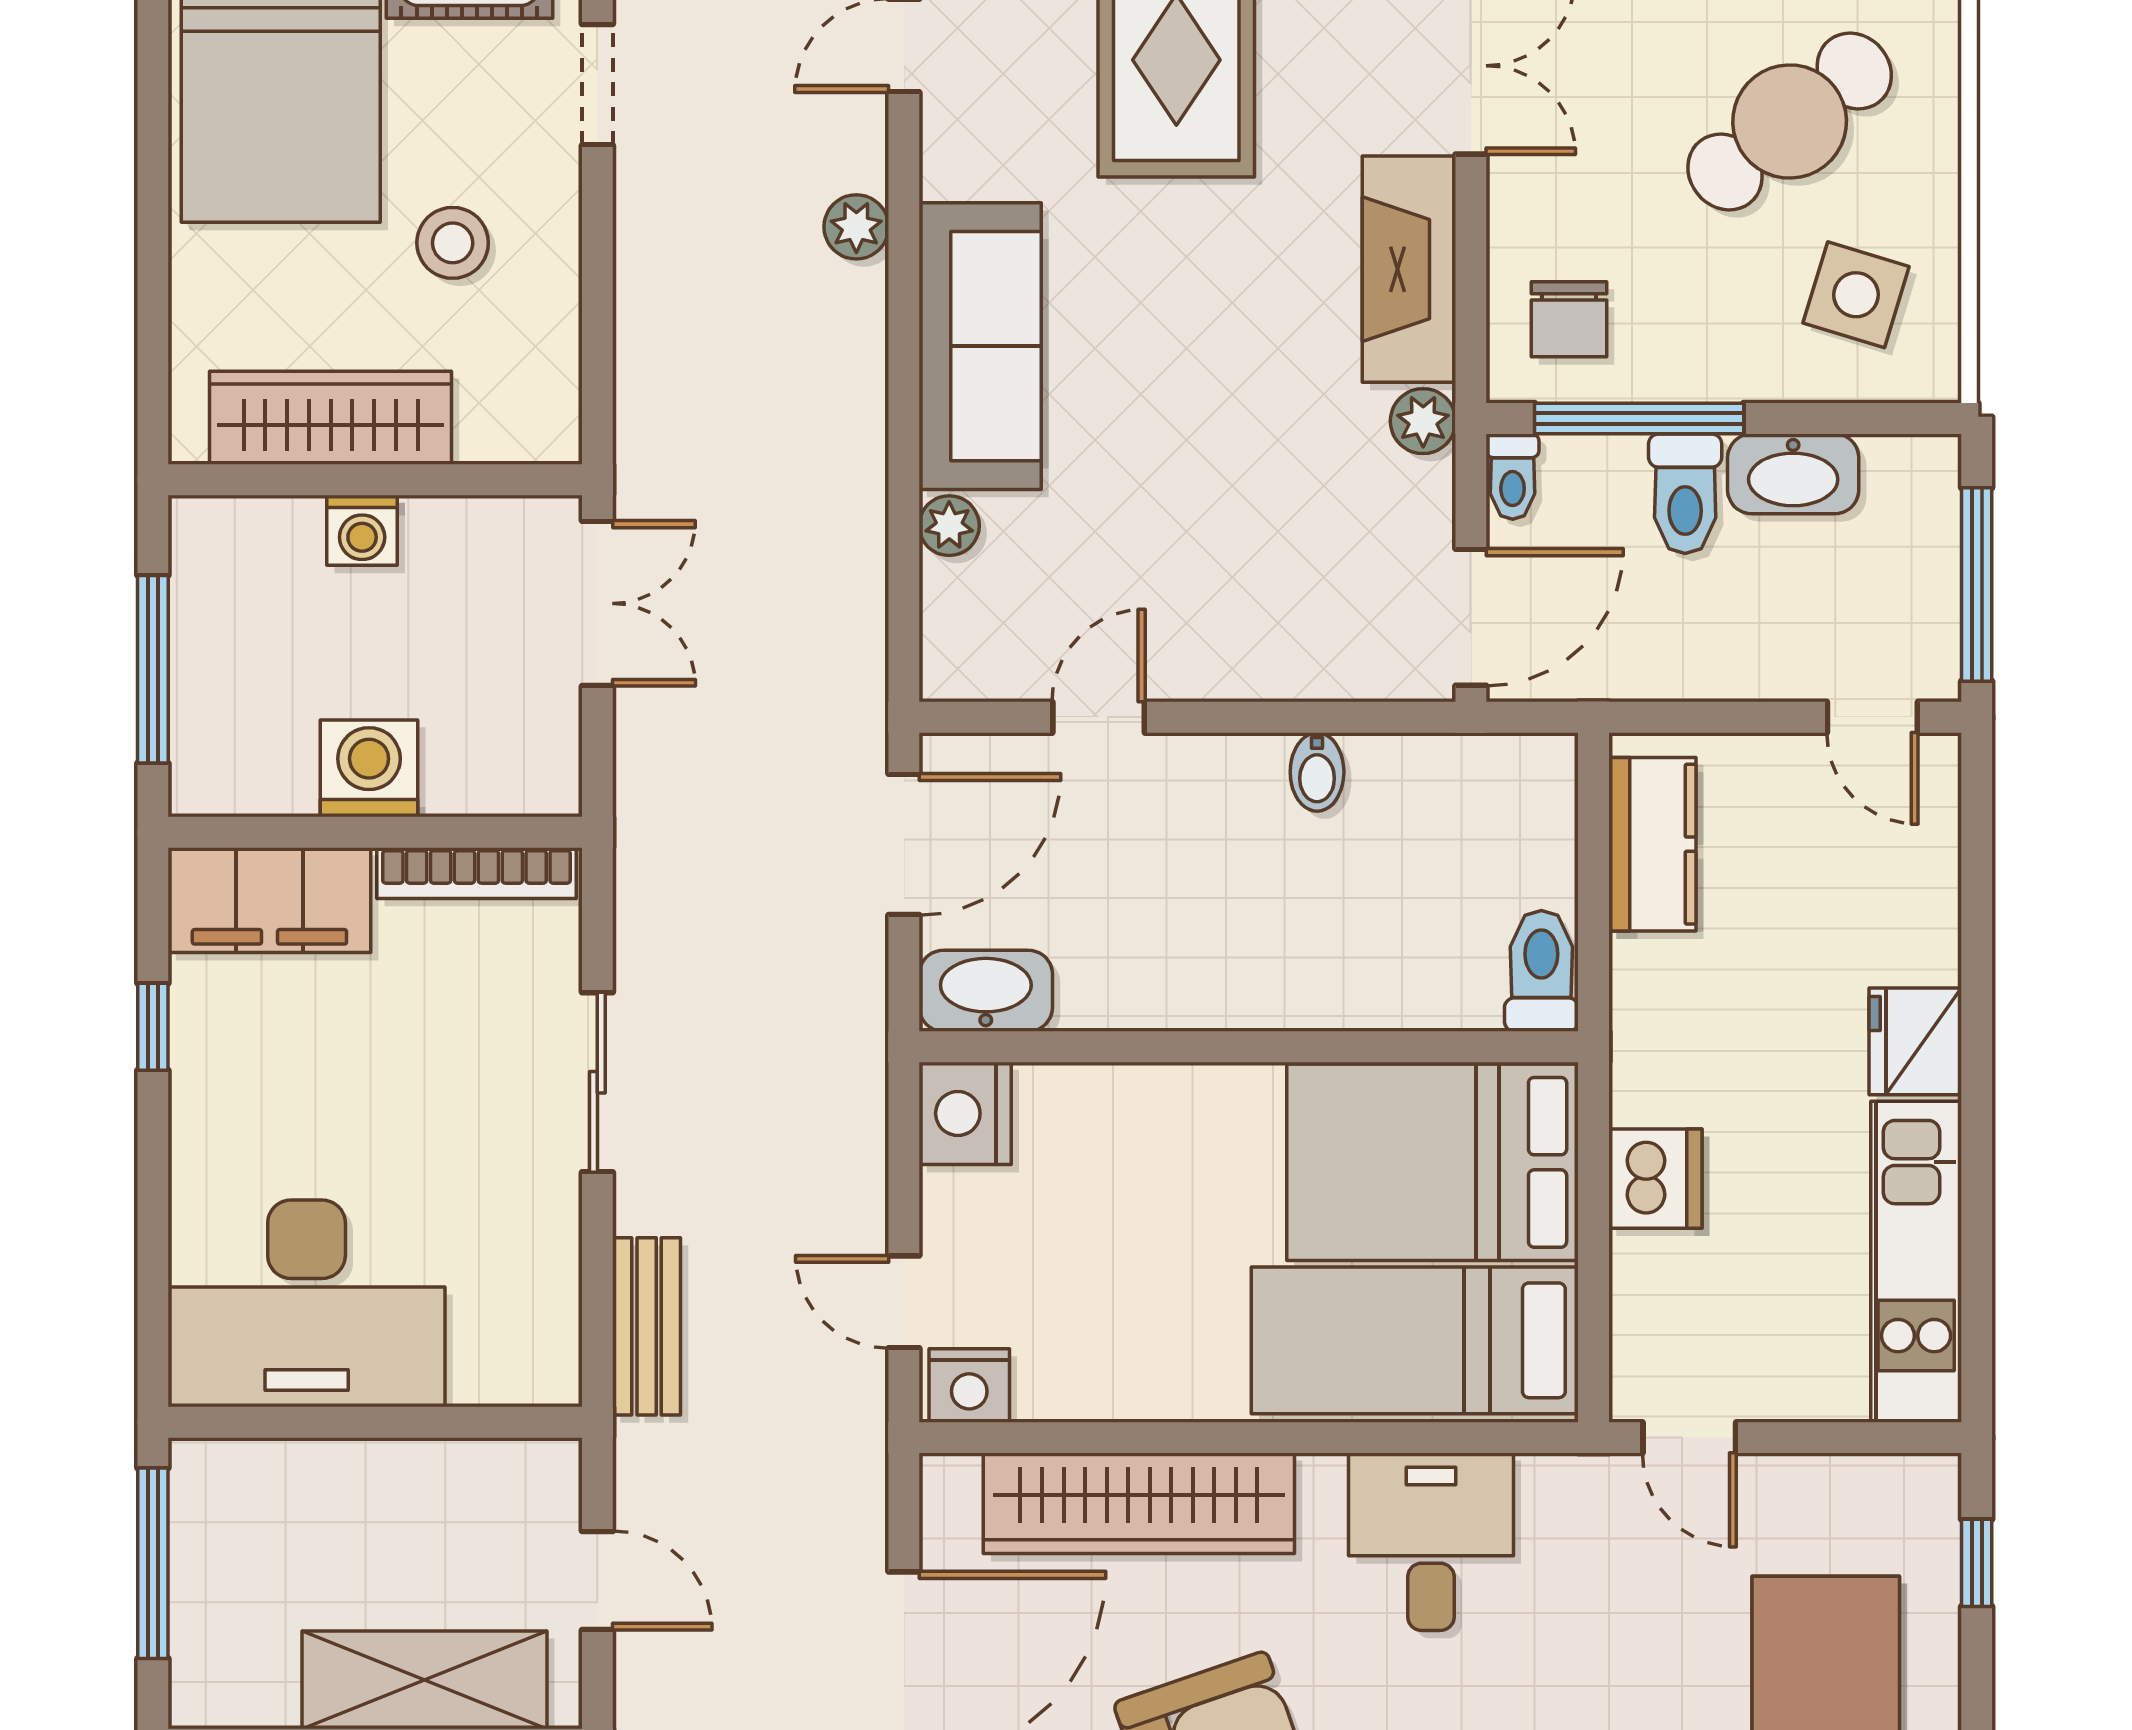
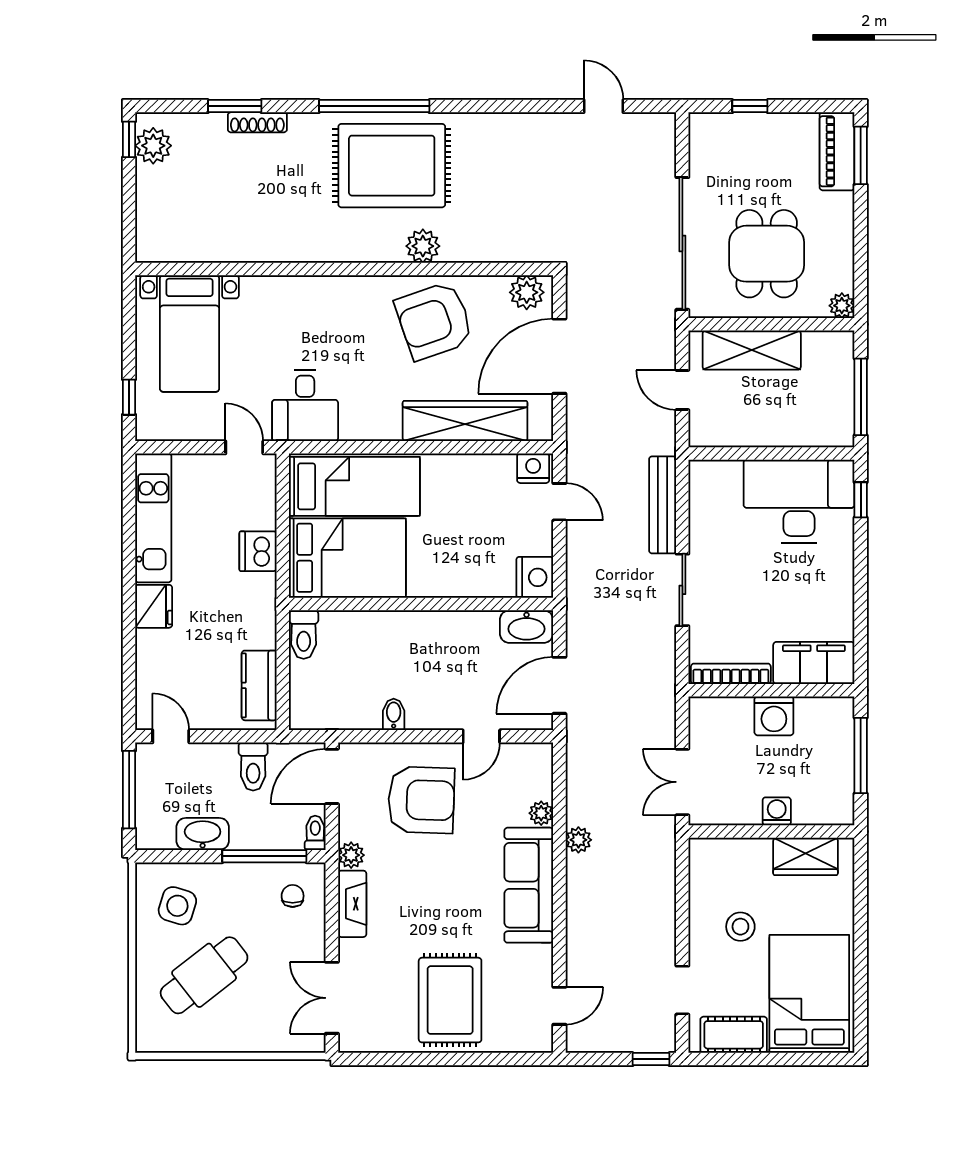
plant: (856, 227) -> (578, 840), moved
fireplace: (1409, 269) -> (352, 904), width x0.73, depth x0.76
chair: (1569, 319) -> (293, 896), width x0.73, depth x0.73
wardrobe: (331, 418) -> (806, 856), width x0.67
toilet: (1685, 494) -> (253, 766), moved, turned 180
armchair: (1248, 559) -> (421, 800), added
window: (153, 1027) -> (861, 500), moved
bench: (647, 1326) -> (663, 505), width x1.36
desk: (1431, 1542) -> (305, 406), moved

